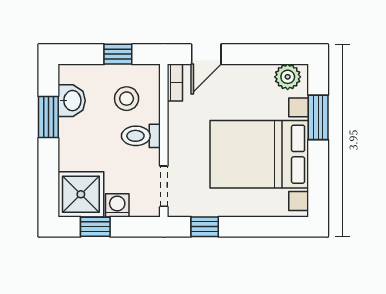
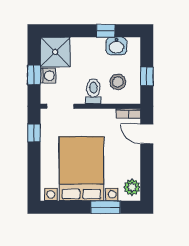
window: (48, 117) -> (106, 31), width x0.67
window: (95, 227) -> (34, 75), moved

